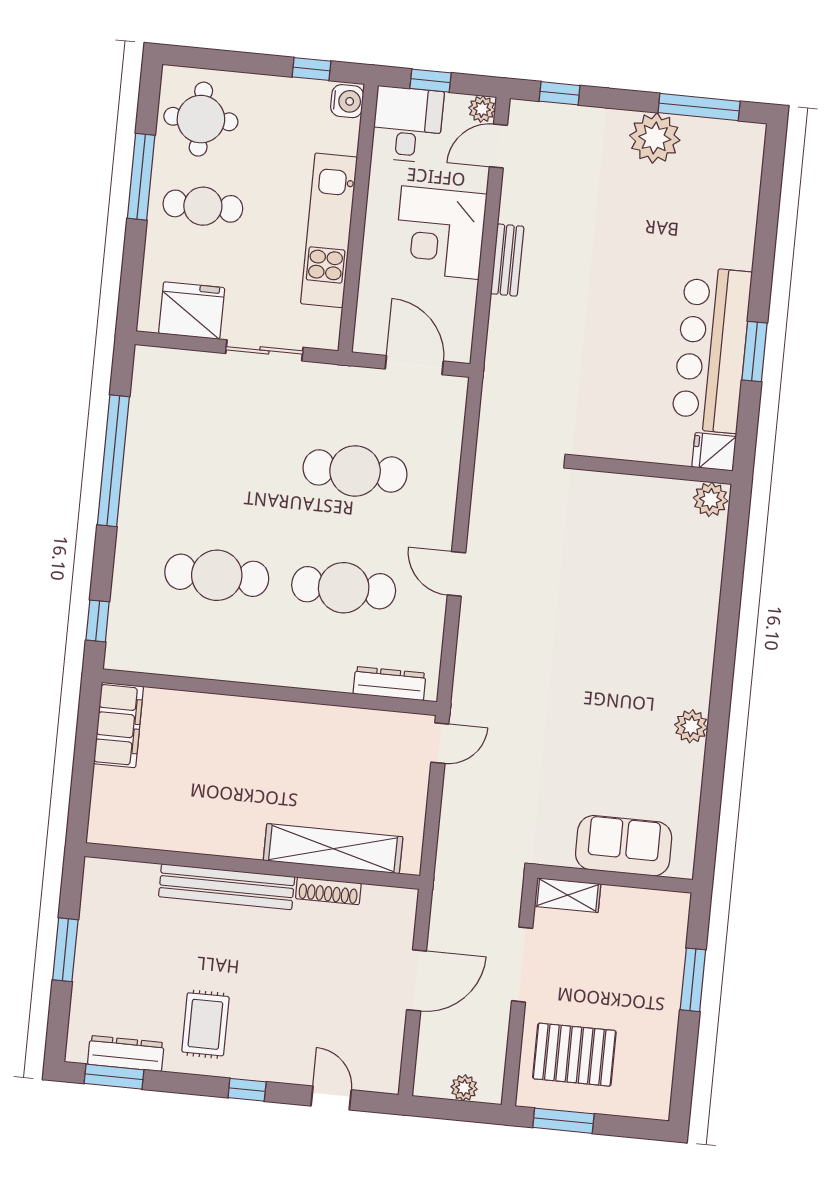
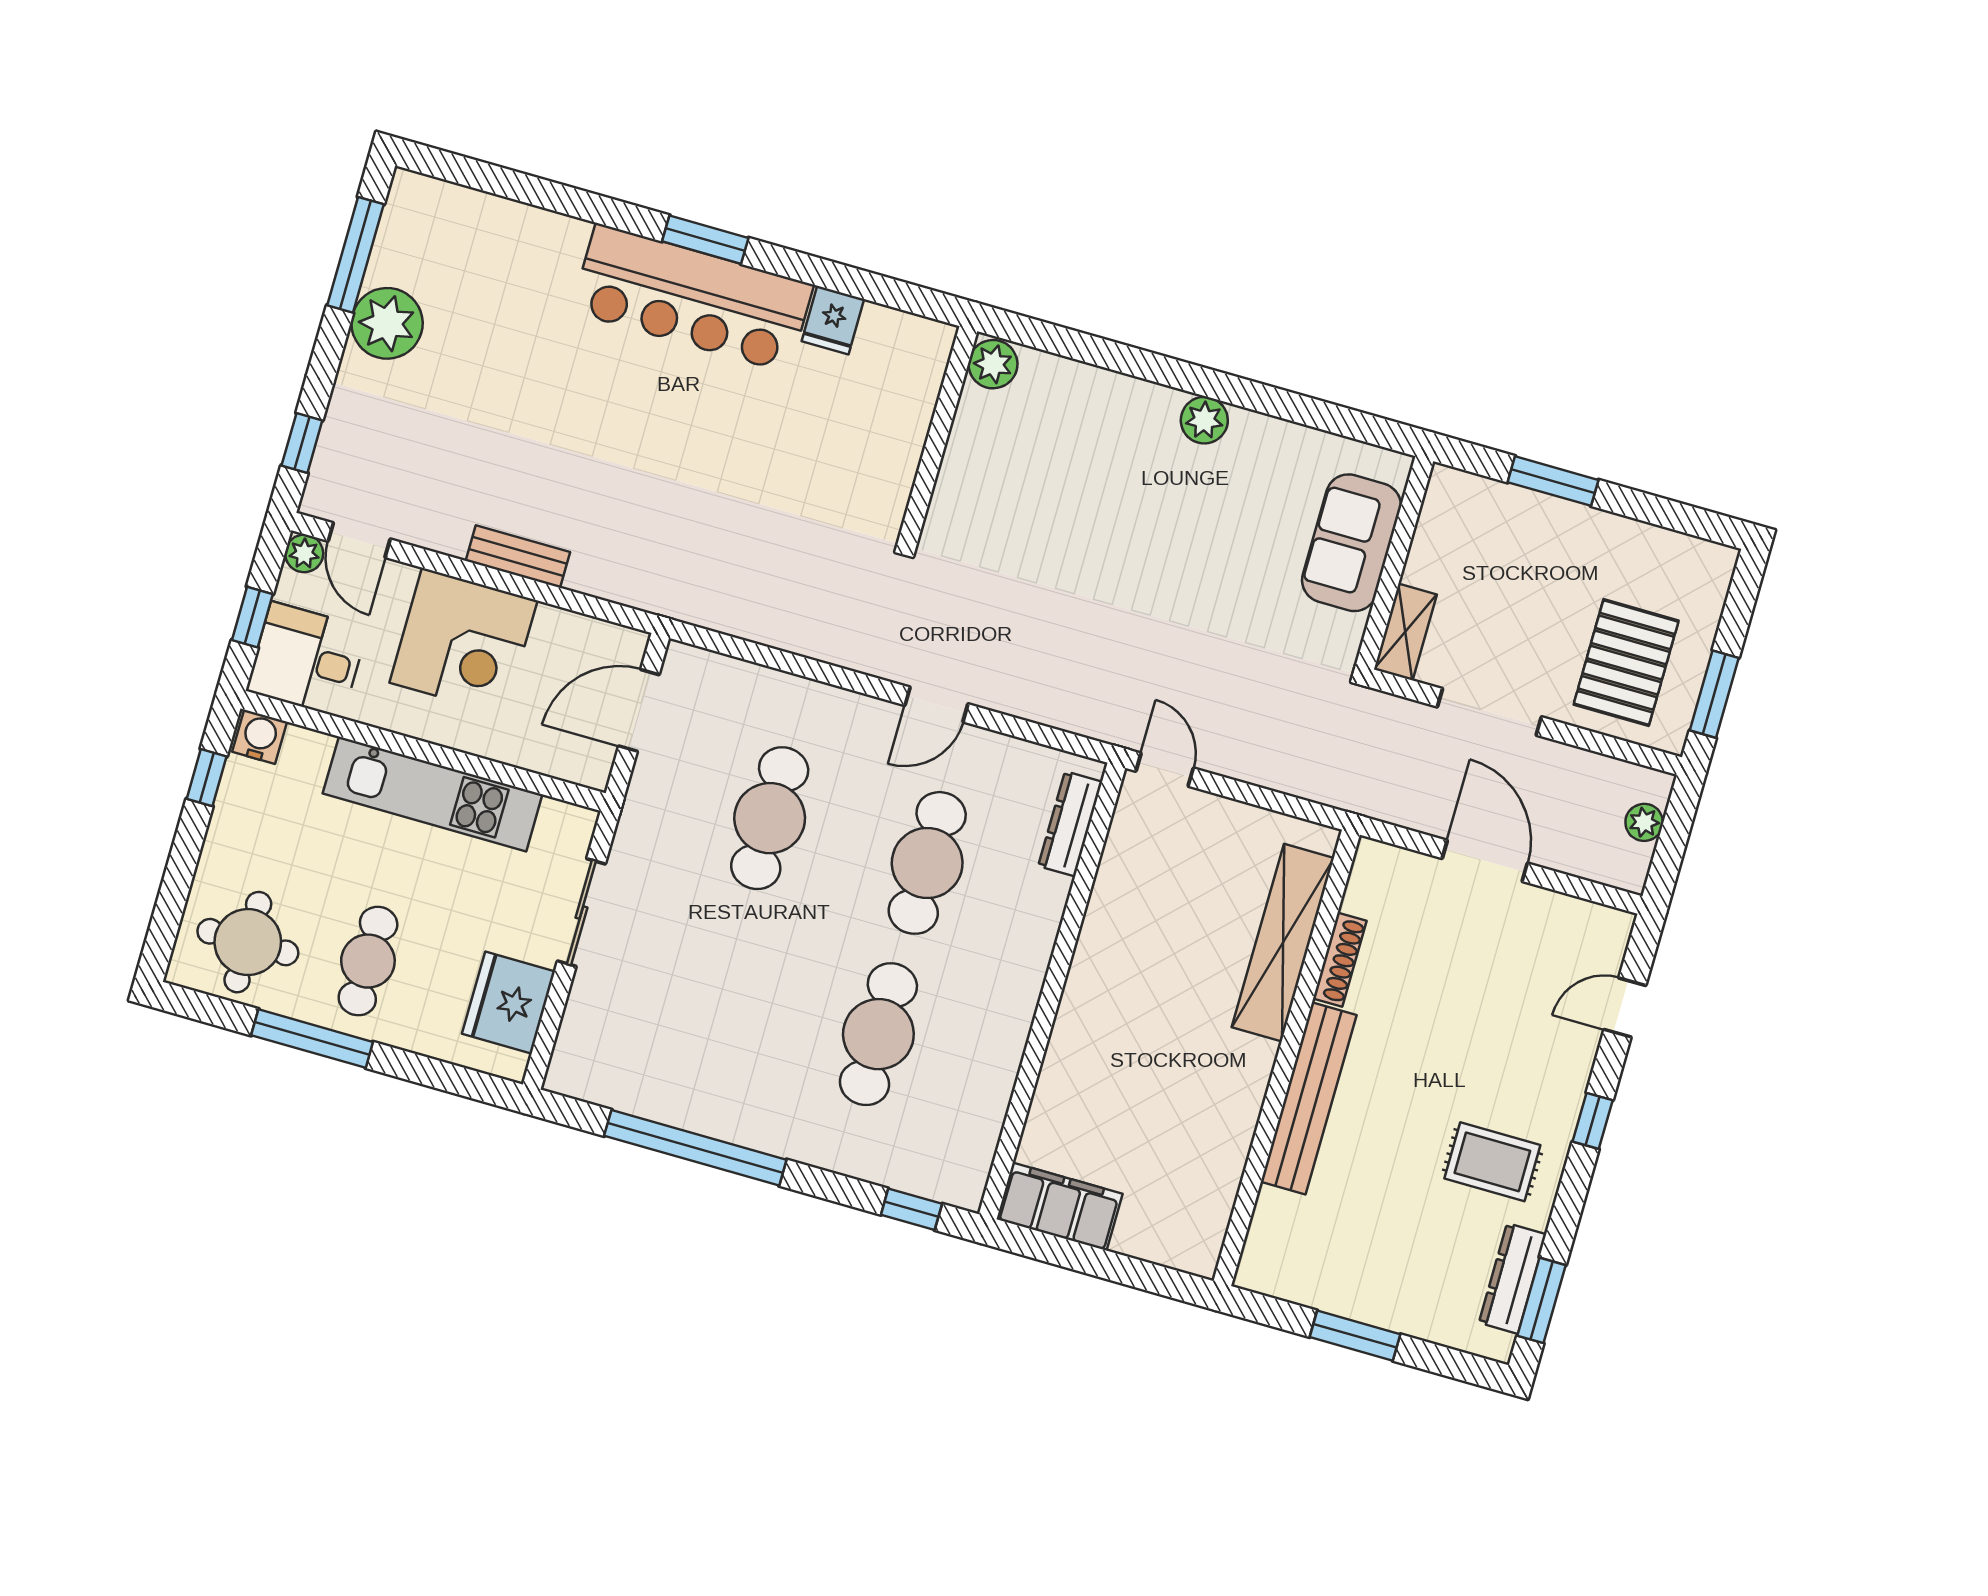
wall: (655, 470) -> (939, 433), moved
plant: (711, 499) -> (993, 364), moved

